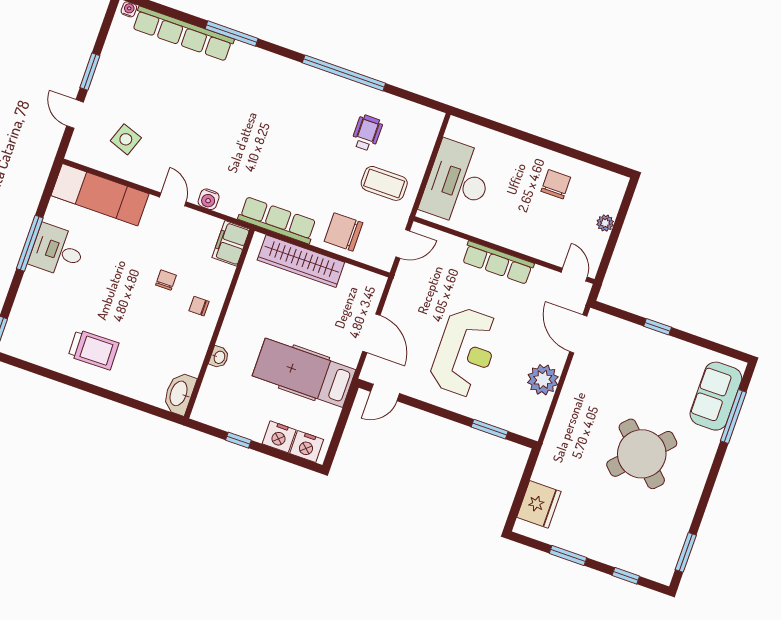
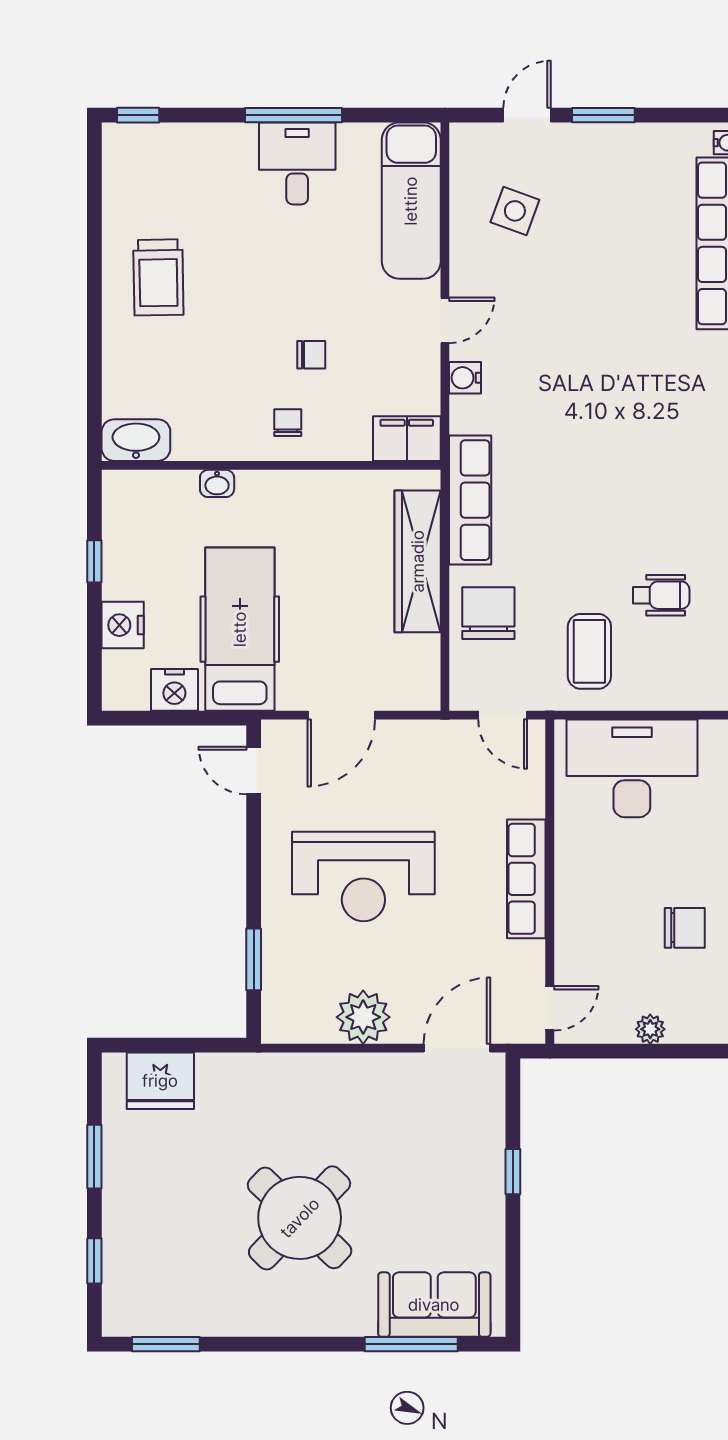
nightstand: (307, 446) -> (174, 690), moved, turned -90

